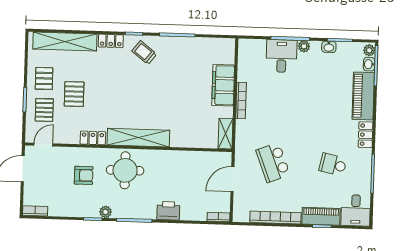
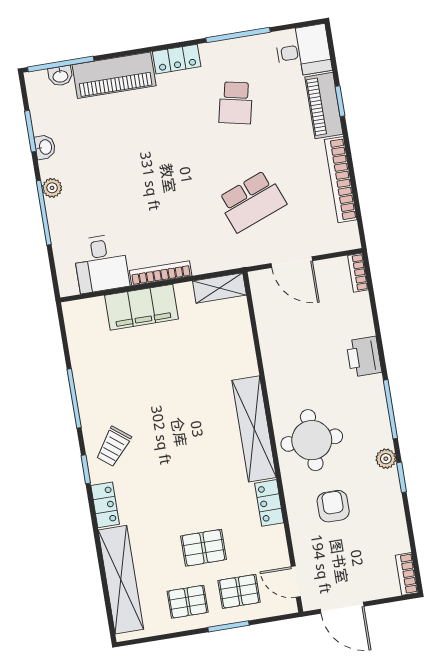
plant: (369, 50) -> (38, 80), removed
desk: (282, 56) -> (101, 263), moved, turned -90

